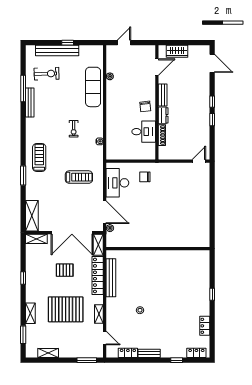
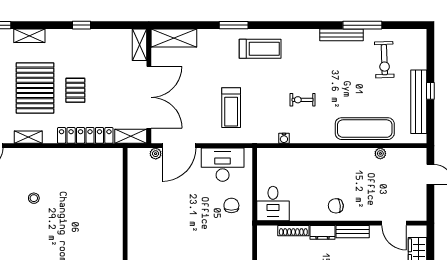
bench: (57, 50) -> (419, 102), moved
desk: (144, 132) -> (273, 204), moved
double door: (72, 233) -> (149, 97), swing flipped
pallet: (65, 270) -> (75, 90), moved
bench: (111, 278) -> (82, 155), removed

